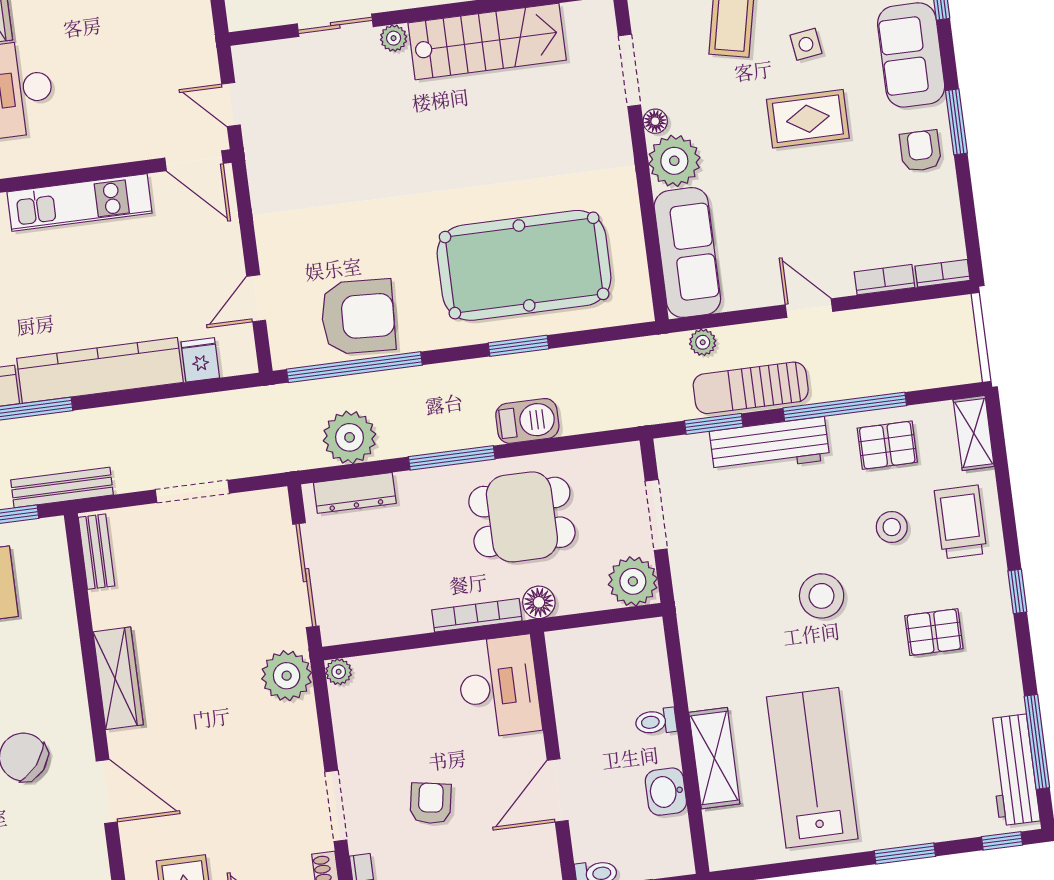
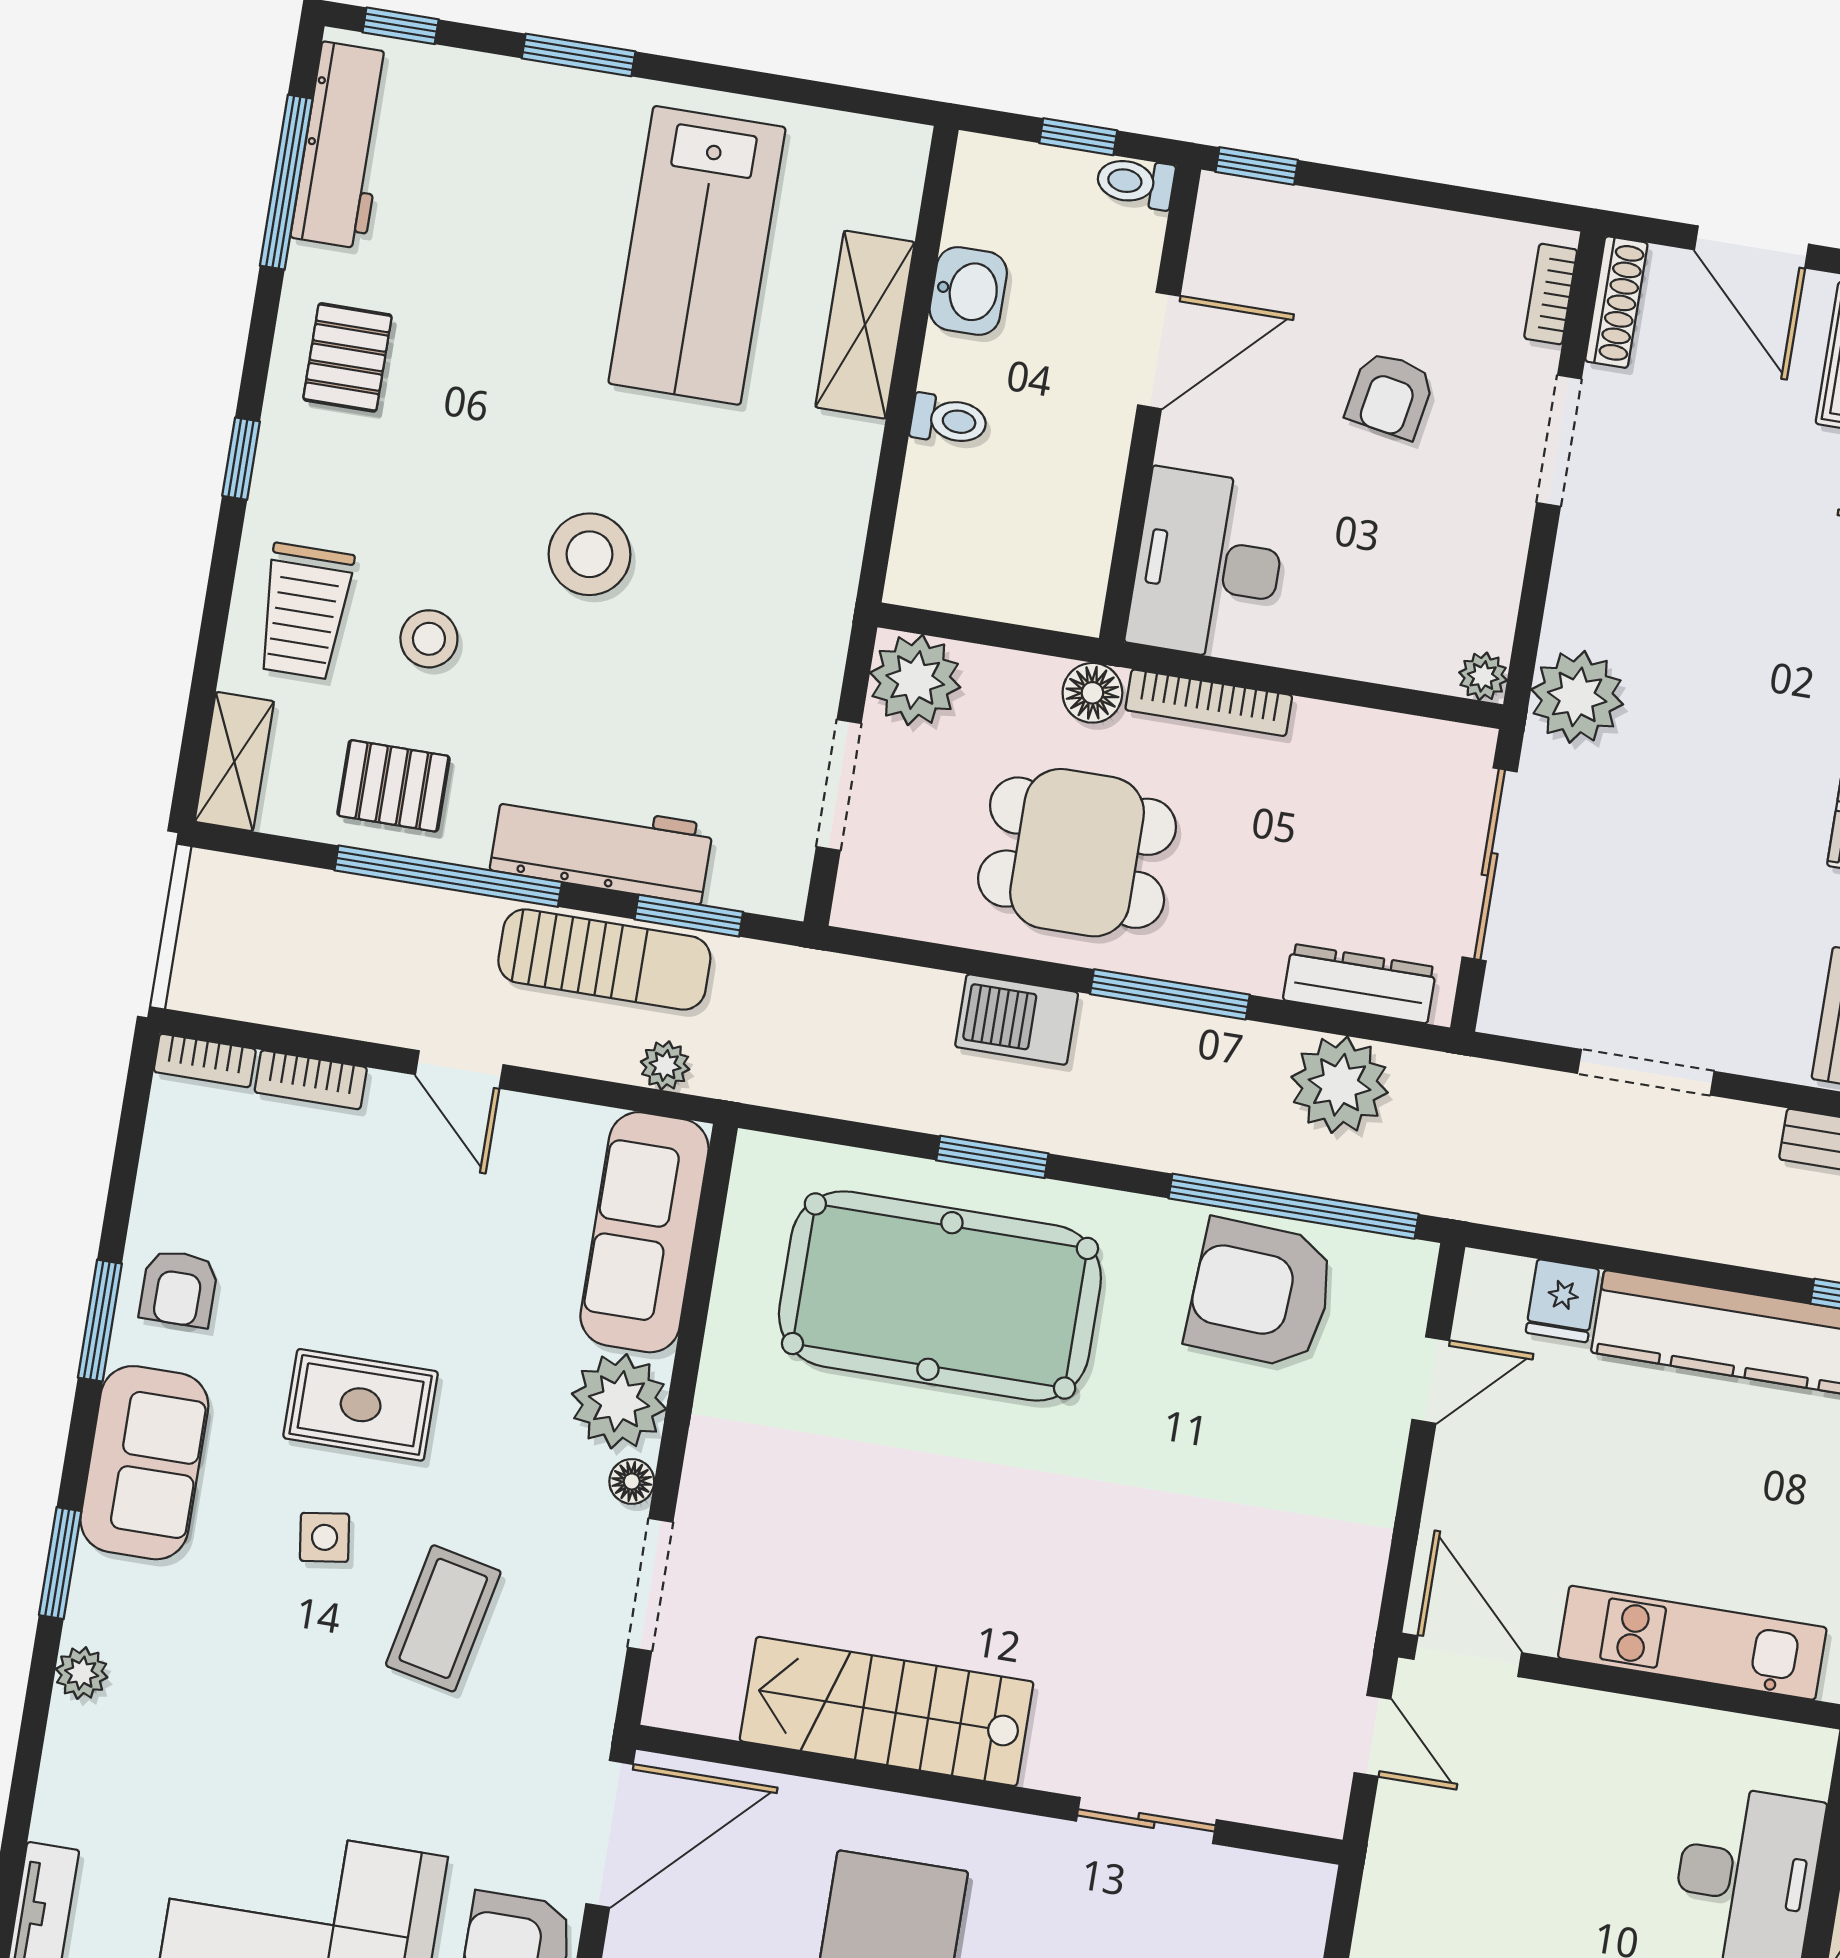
plant: (394, 38) -> (1050, 1767), removed
pallet: (934, 632) -> (347, 357), moved, turned 90

